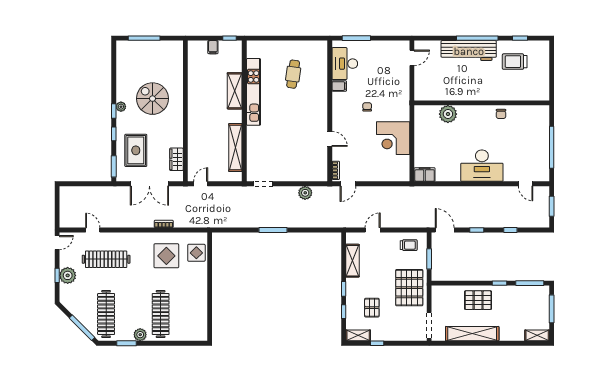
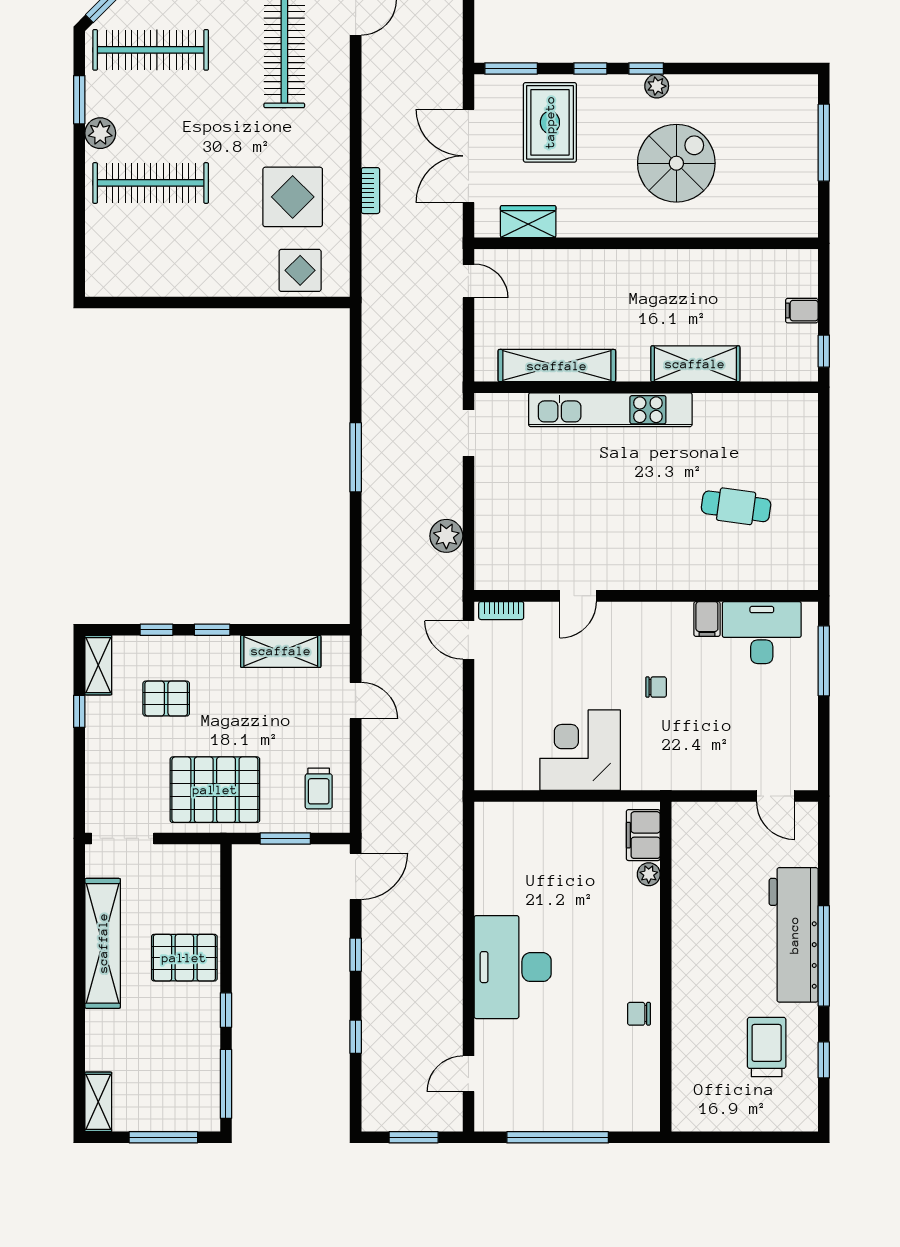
kitchen unit: (254, 92) -> (610, 410), moved
plant: (448, 114) -> (649, 874), width x0.53, depth x0.53
rug: (136, 150) -> (550, 122), turned 90
filing cabinet: (425, 175) -> (643, 835), moved, turned 180
pallet: (478, 300) -> (184, 958), turned 90

